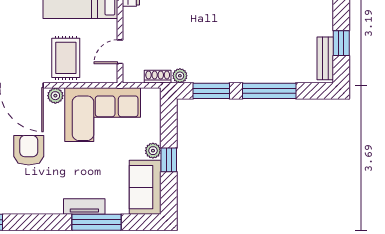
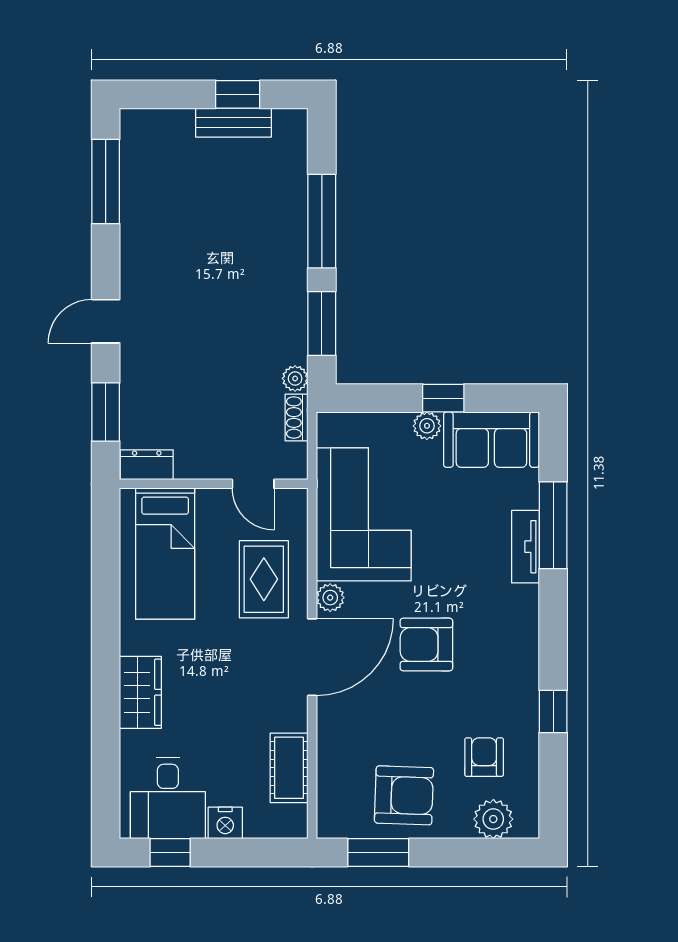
rug: (66, 58) -> (264, 579), turned 90
bench: (325, 58) -> (233, 123), moved

